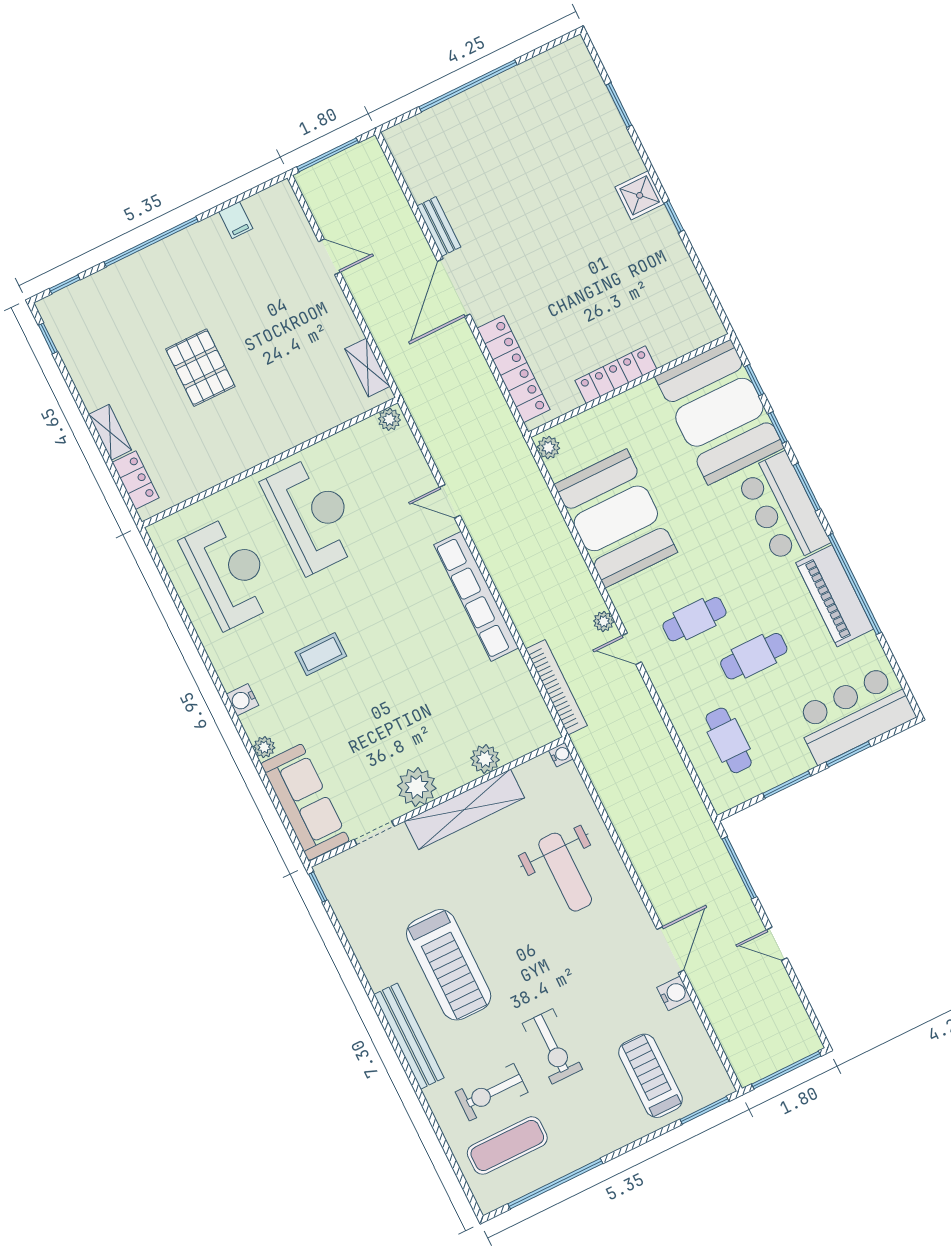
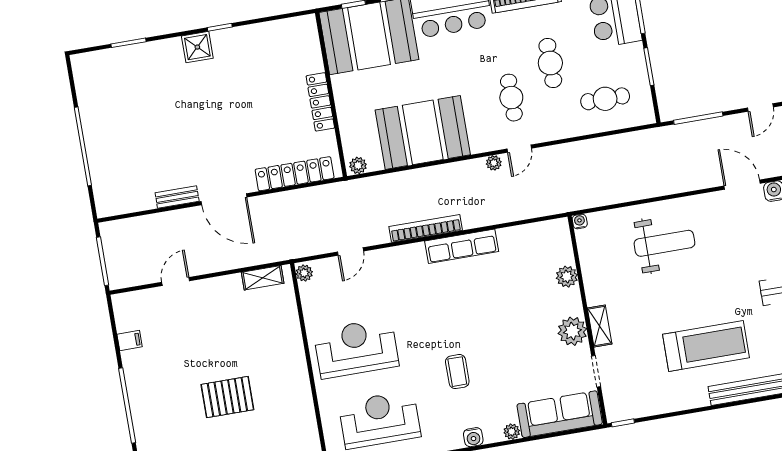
door: (450, 501) -> (351, 252), moved
row of seats: (476, 596) -> (462, 246), width x0.73
bookcase: (556, 687) -> (426, 228), moved
shelving: (465, 809) -> (600, 326), width x0.45, depth x0.75

